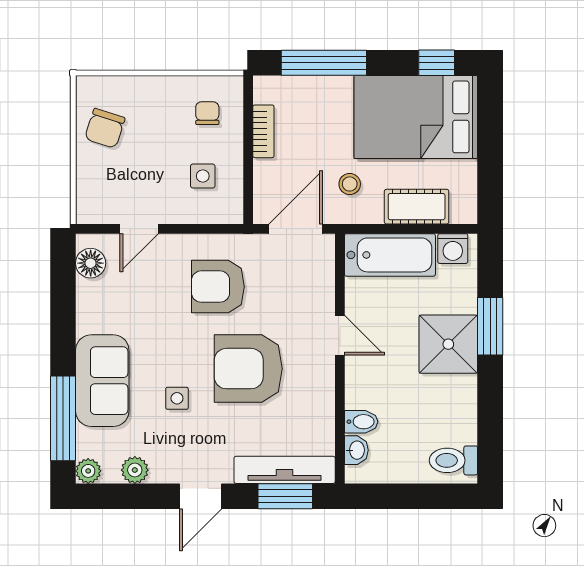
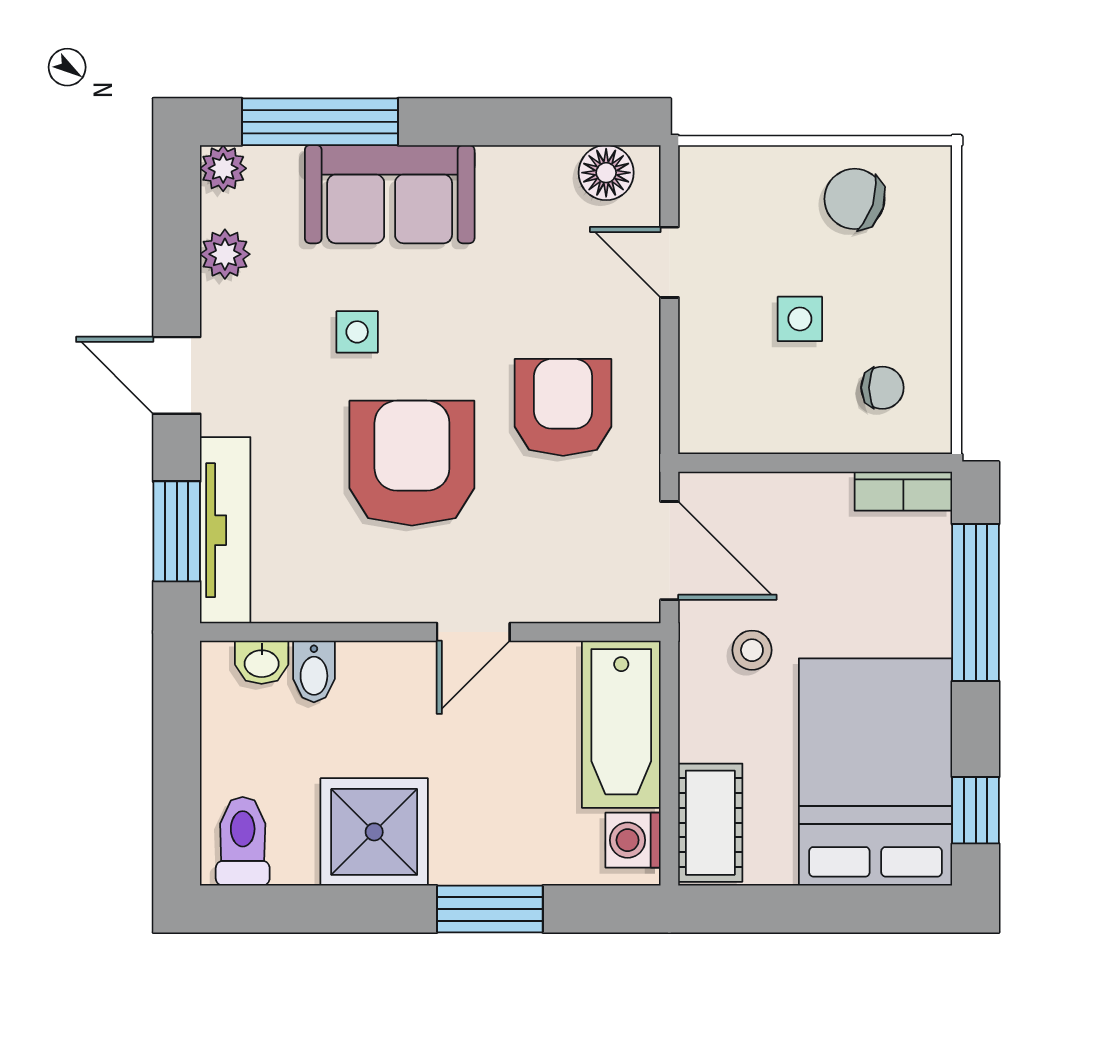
bookcase: (263, 131) -> (903, 491), moved
side table: (203, 176) -> (800, 319), moved
cot: (417, 207) -> (710, 823), moved
shower: (448, 344) -> (374, 832), moved

